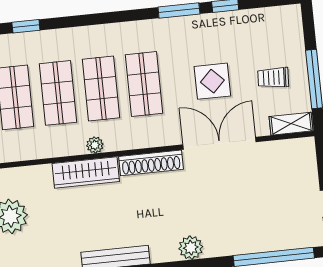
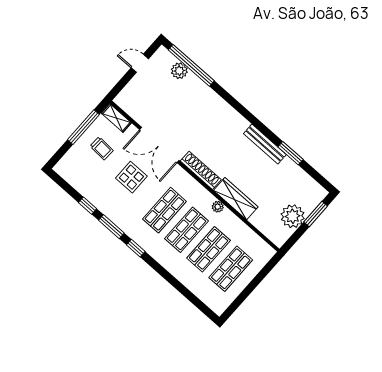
window: (26, 26) -> (136, 248), moved
plant: (191, 248) -> (179, 71), moved

